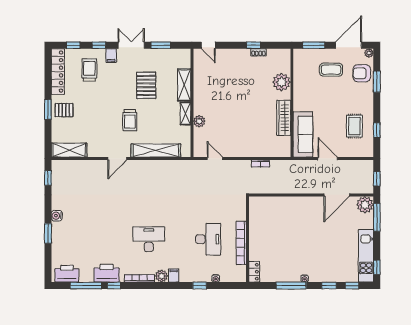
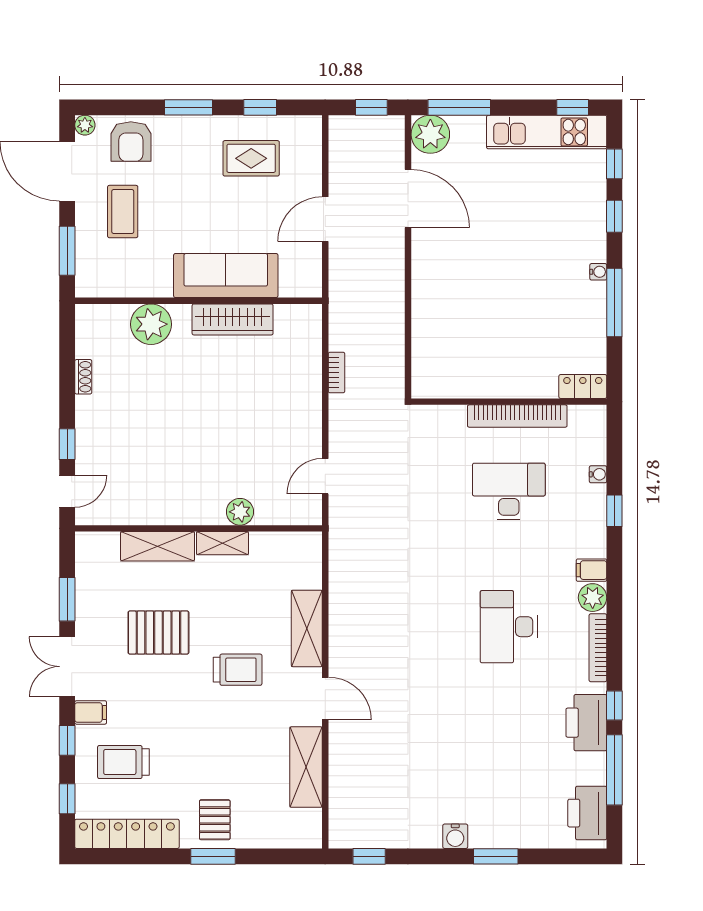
window: (254, 45) -> (67, 444), moved
window: (377, 82) -> (188, 107), moved
sofa: (303, 134) -> (226, 276), moved
shelving: (69, 150) -> (306, 767), moved
shelving: (156, 150) -> (307, 628), width x0.68

